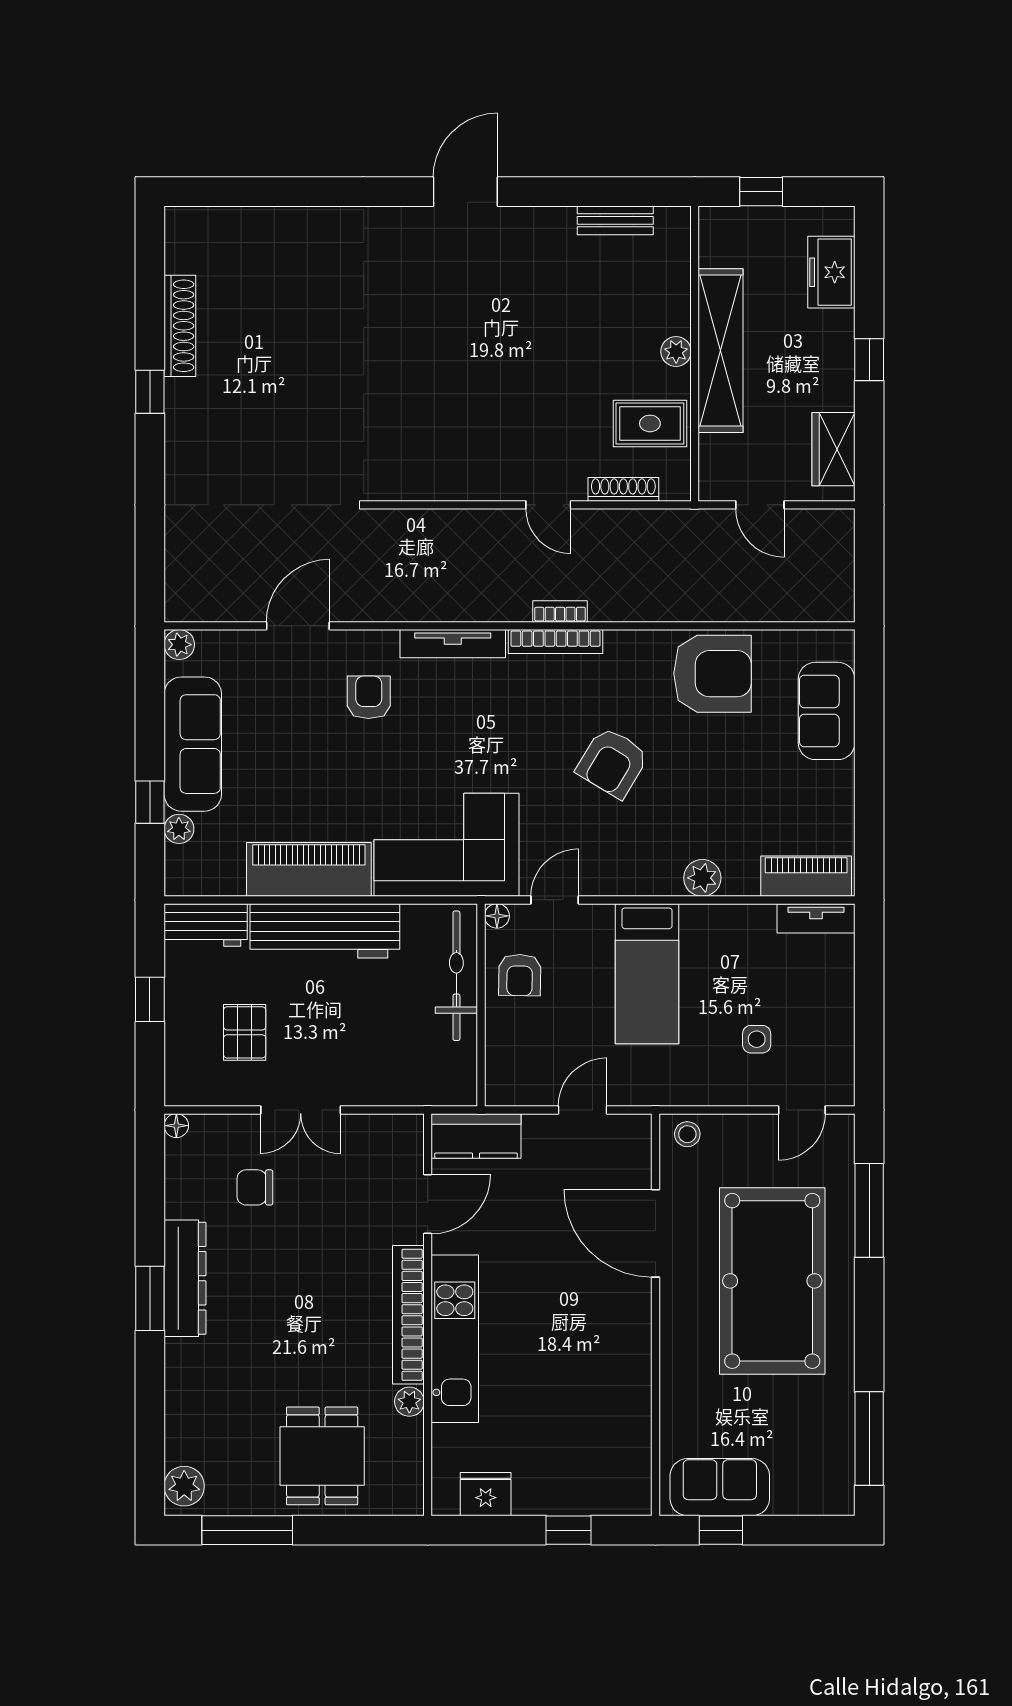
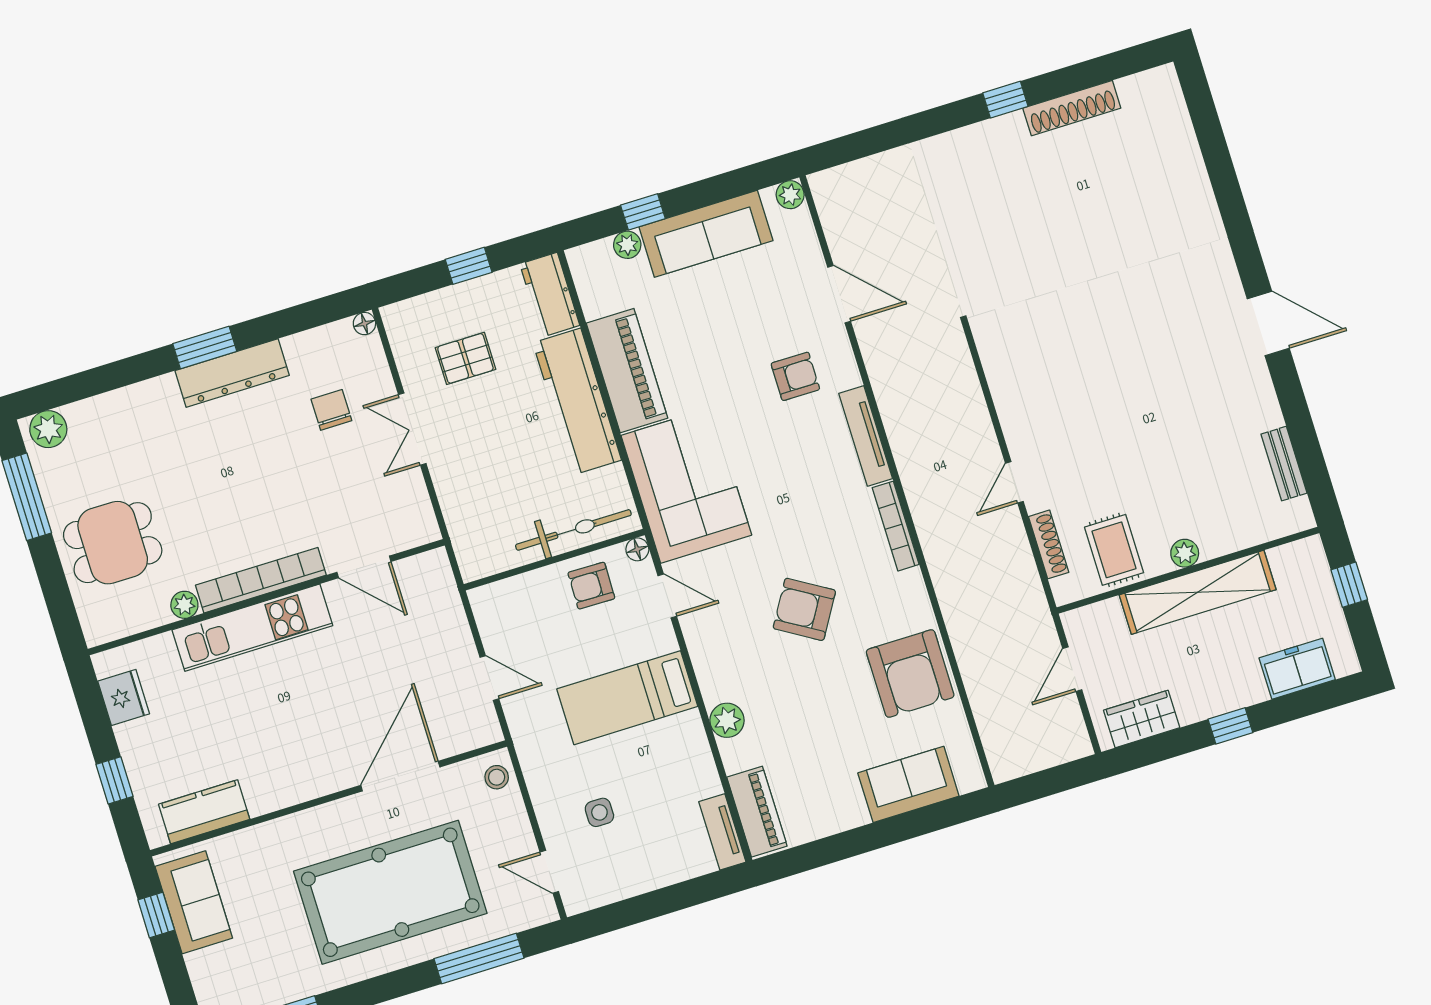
bookcase: (560, 611) -> (923, 522), removed
kitchen counter: (476, 1136) -> (204, 812), moved, turned 90

